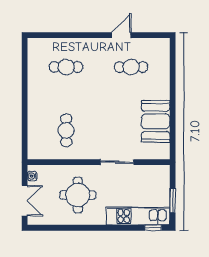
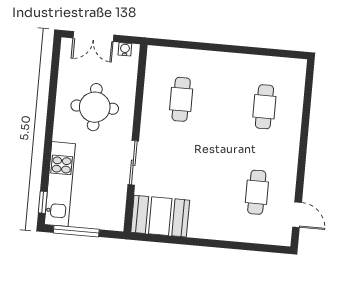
door: (121, 35) -> (297, 215), moved
booth: (156, 121) -> (160, 216), moved
cafe table: (66, 130) -> (181, 99), turned 90
window: (173, 201) -> (76, 231), width x1.44

